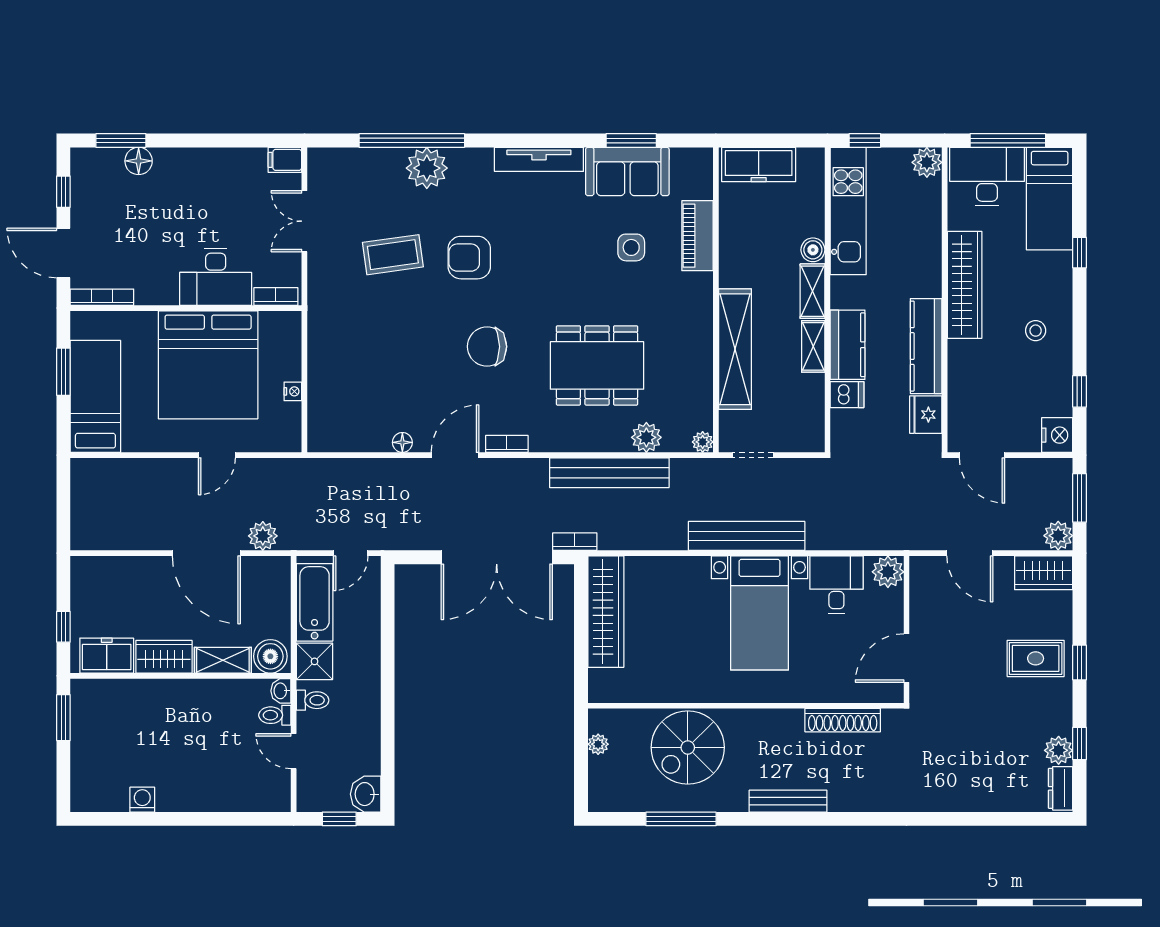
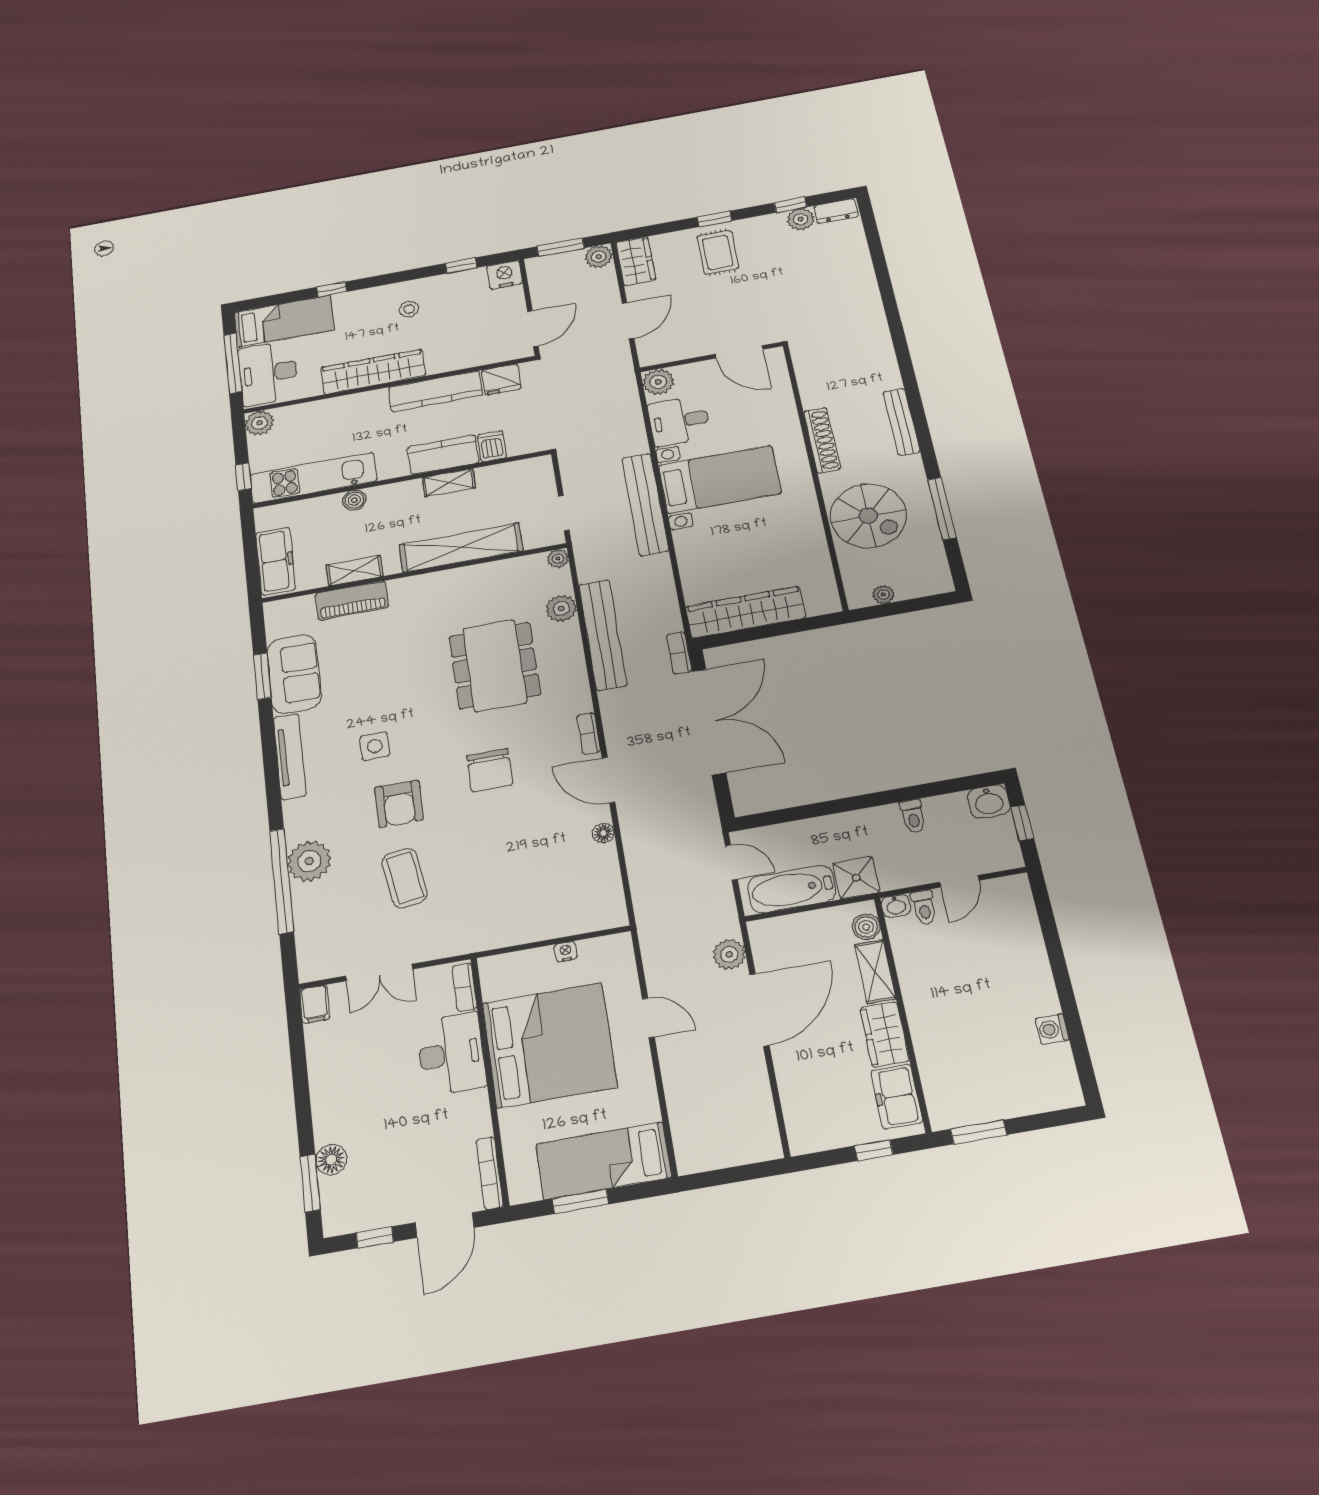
side table: (631, 247) -> (375, 746), moved
shelving: (813, 291) -> (355, 571), moved
boiler: (270, 656) -> (866, 927), width x0.73, depth x0.73
toilet: (313, 700) -> (913, 816), moved, turned 180
shoe rack: (843, 720) -> (822, 440), moved

